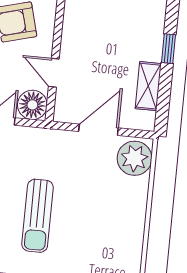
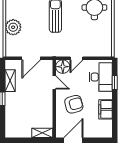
plant: (135, 158) -> (13, 27), moved

